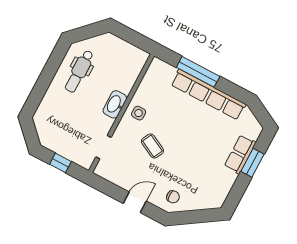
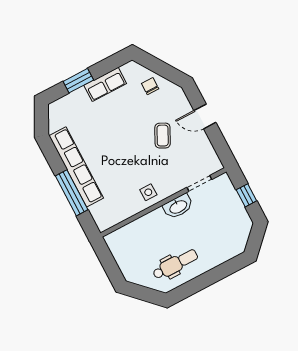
washbasin: (115, 104) -> (178, 207), moved
coffee table: (152, 146) -> (163, 136), moved
row of seats: (240, 154) -> (105, 84), moved
chair: (173, 197) -> (150, 86), moved

